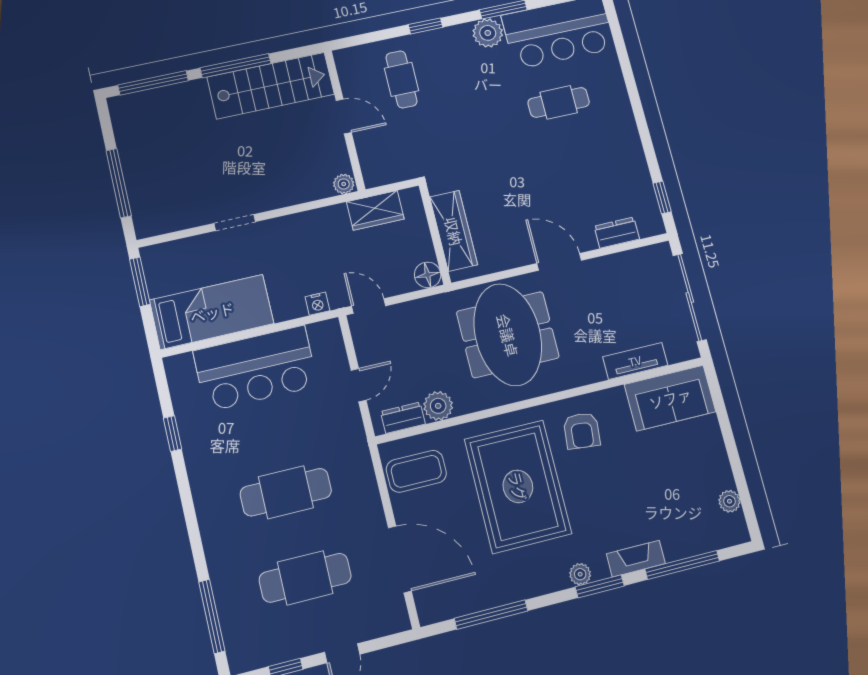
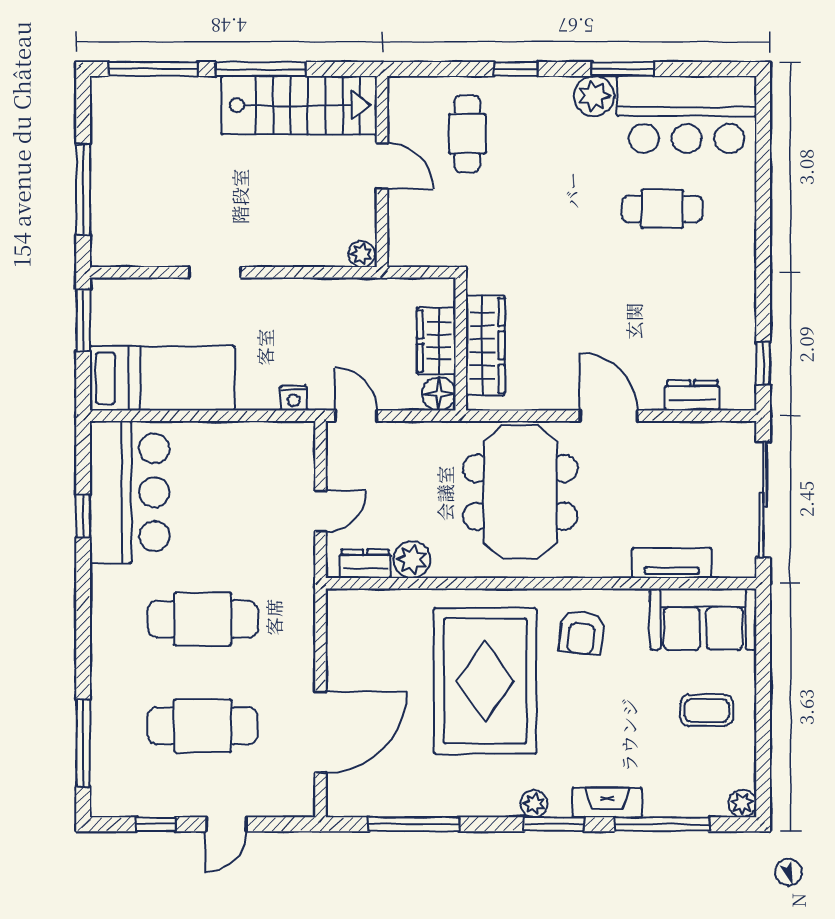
wardrobe: (375, 210) -> (436, 341), moved, turned 90
bar counter: (256, 368) -> (130, 492), moved, turned -90
coffee table: (416, 471) -> (707, 710), moved, width x0.73, depth x0.77
plant: (729, 501) -> (742, 803), moved
door: (400, 559) -> (321, 732), hinge flipped

